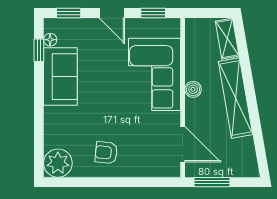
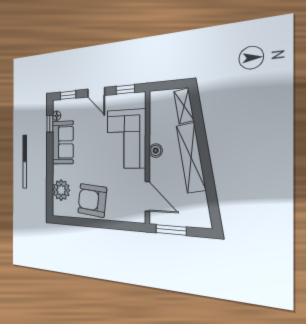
armchair: (106, 153) -> (92, 200), width x1.88, depth x1.88
plant: (58, 163) -> (61, 190), moved

